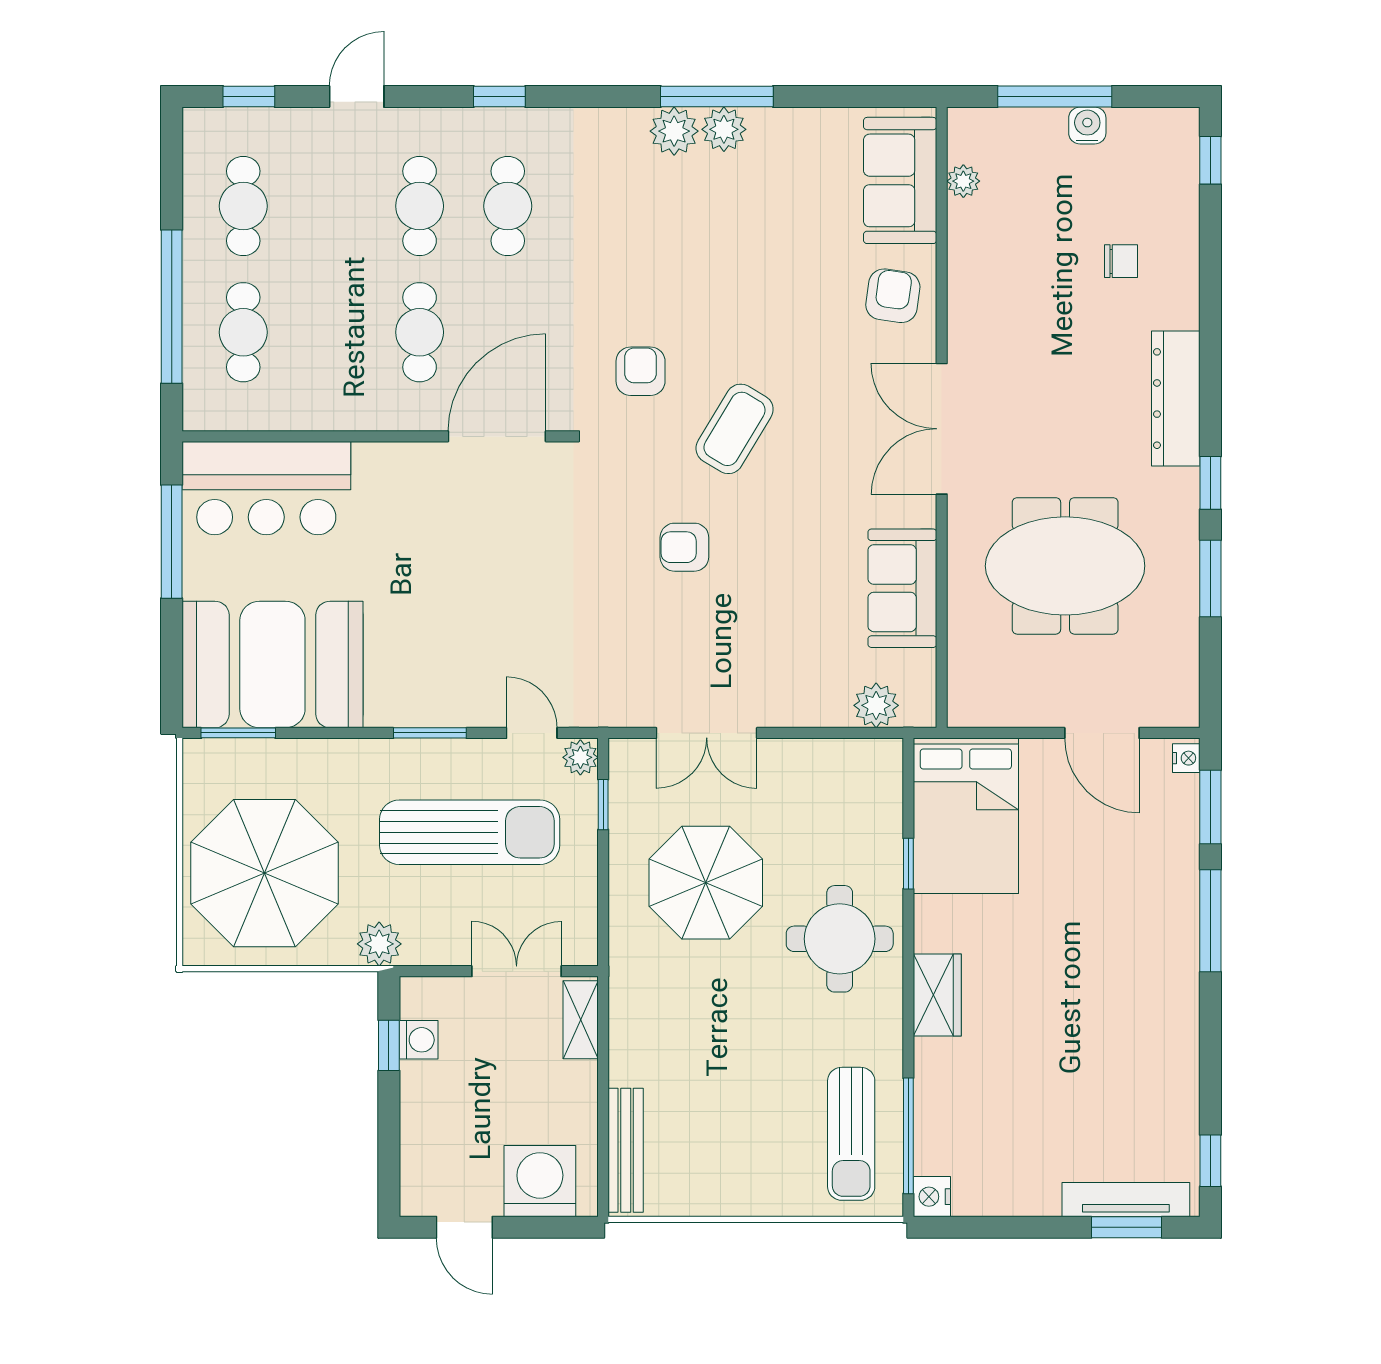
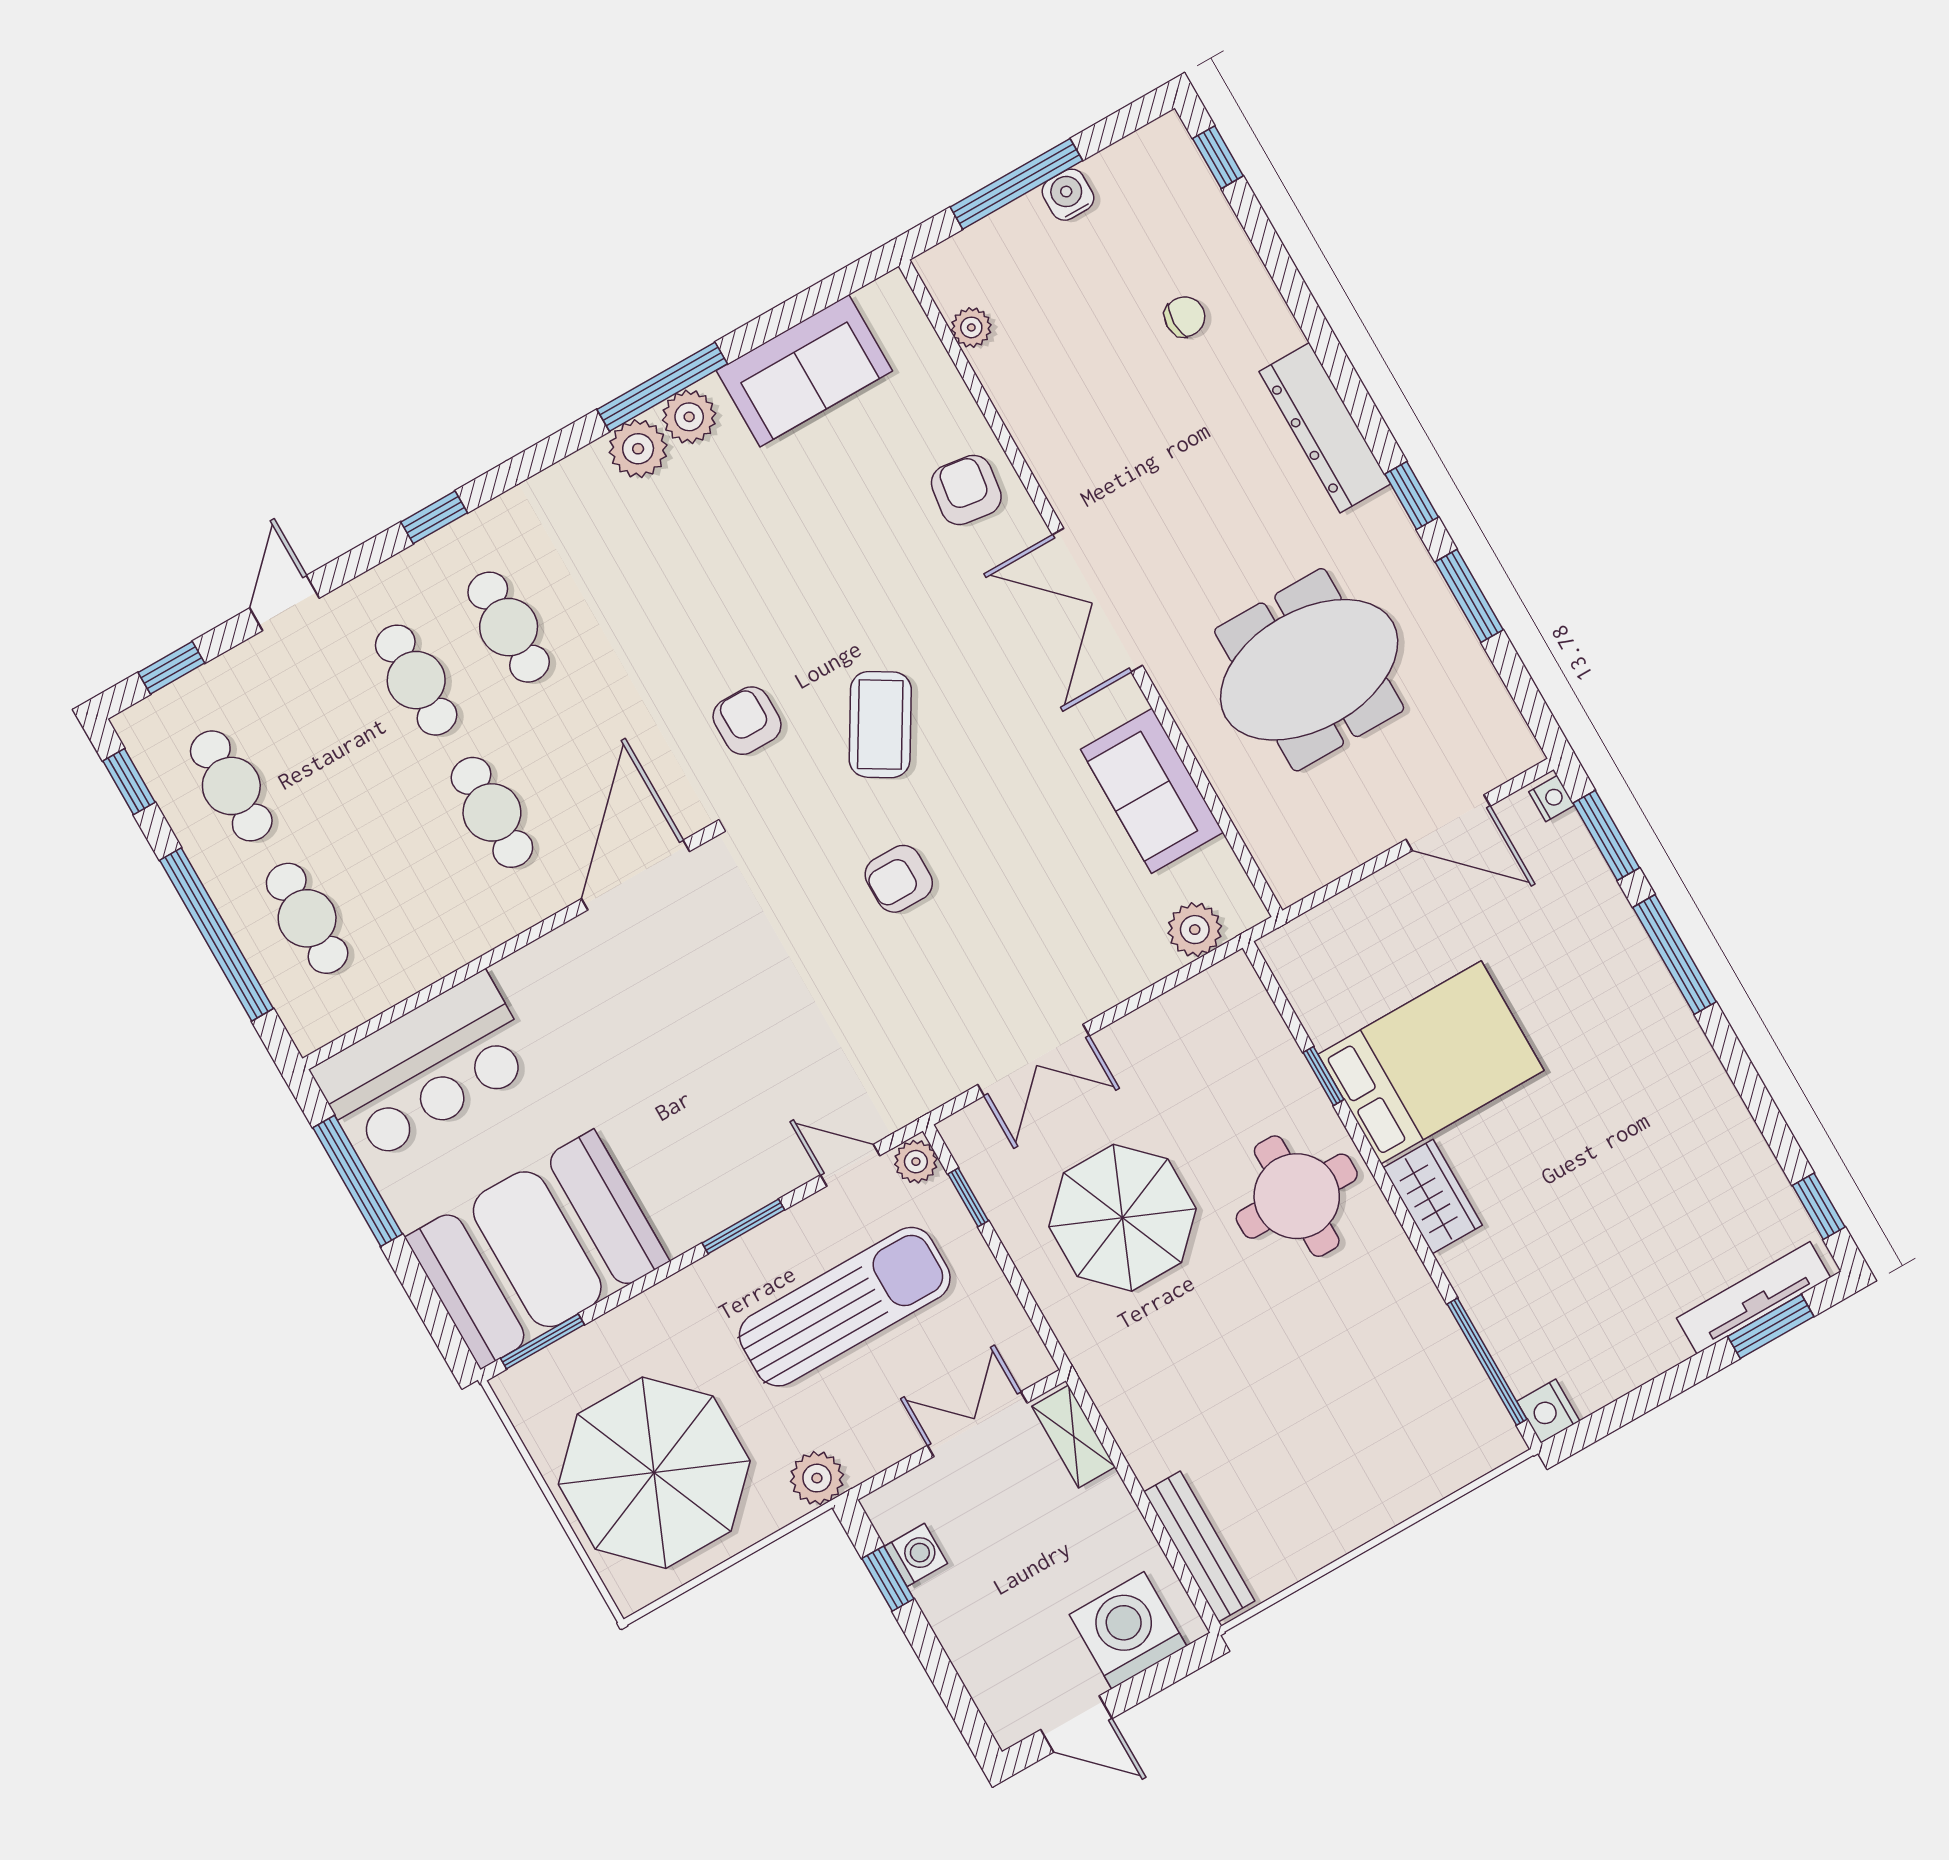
window: (172, 161) -> (129, 782), added
sofa: (900, 180) -> (804, 371), moved, turned -90
bed: (966, 816) -> (1431, 1062), moved, turned -90
sun lounger: (851, 1134) -> (1426, 1394), removed

